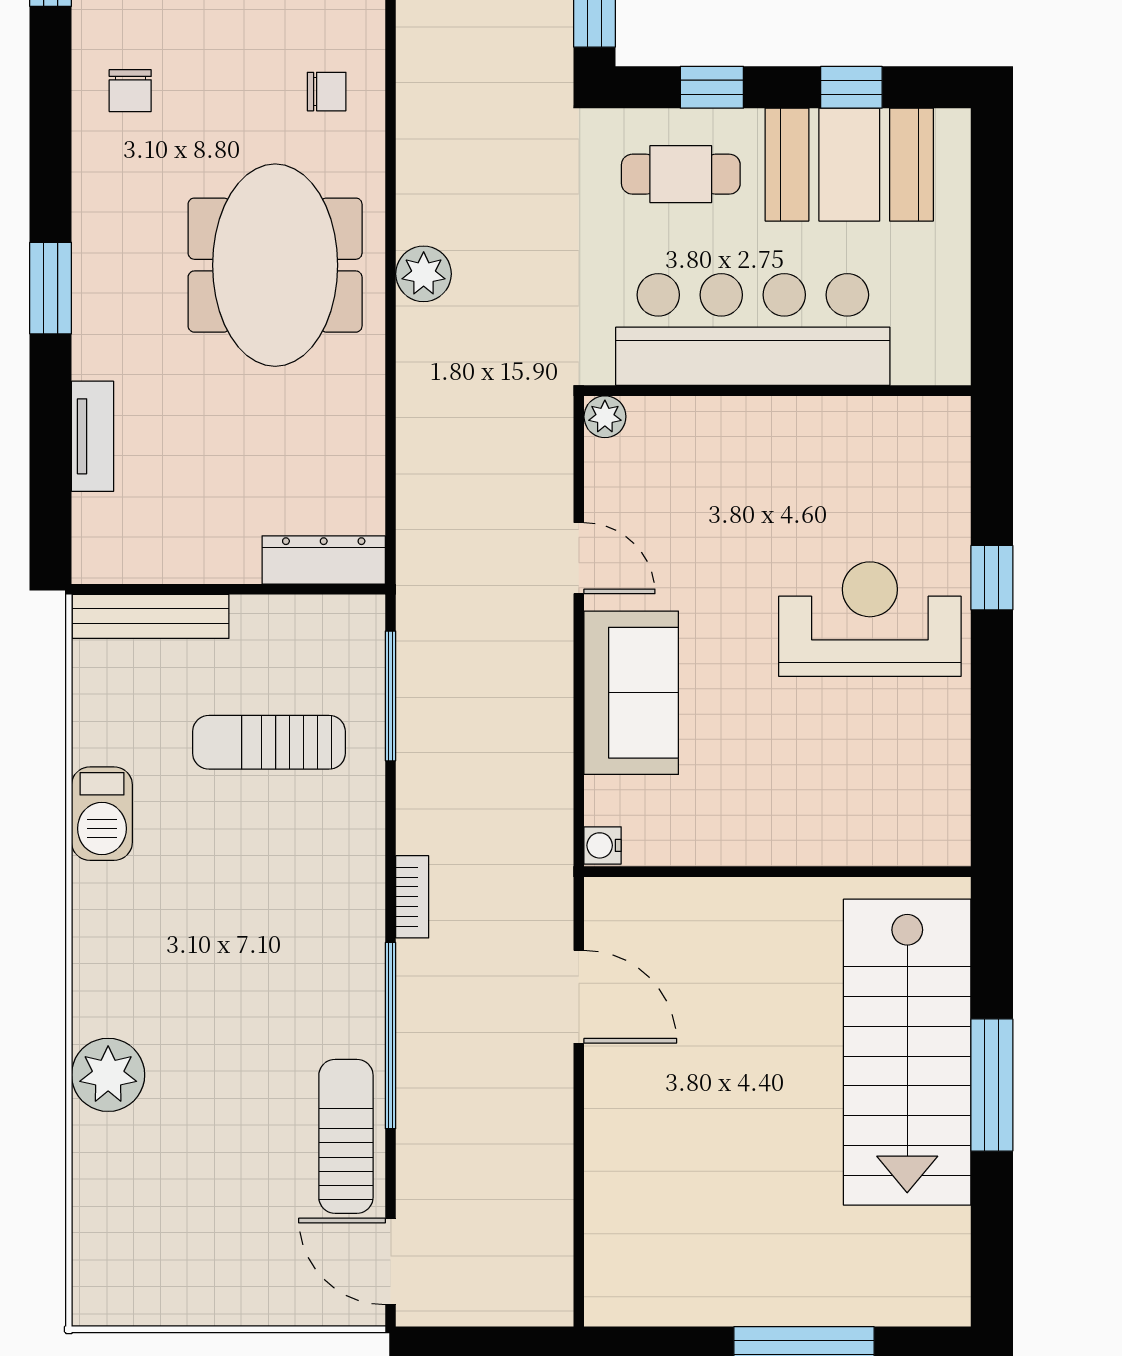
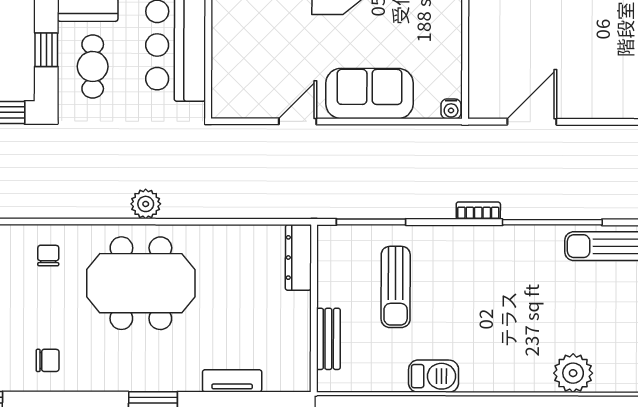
plant: (605, 417) -> (222, 107), removed
bench: (151, 616) -> (328, 339), width x0.73

